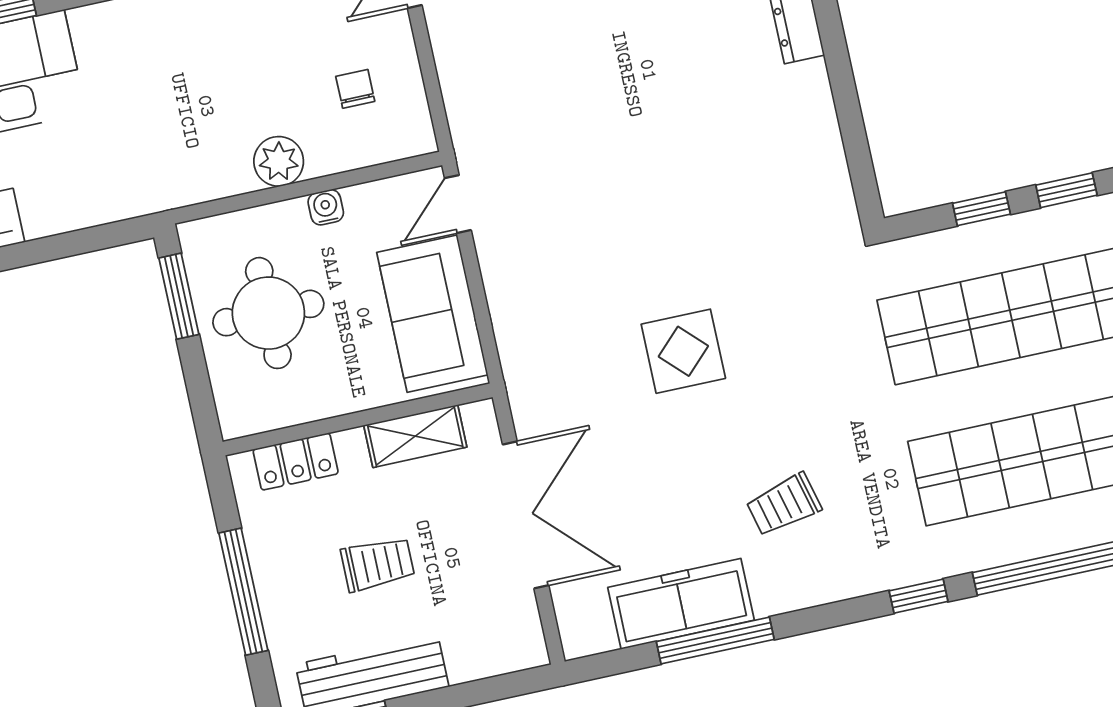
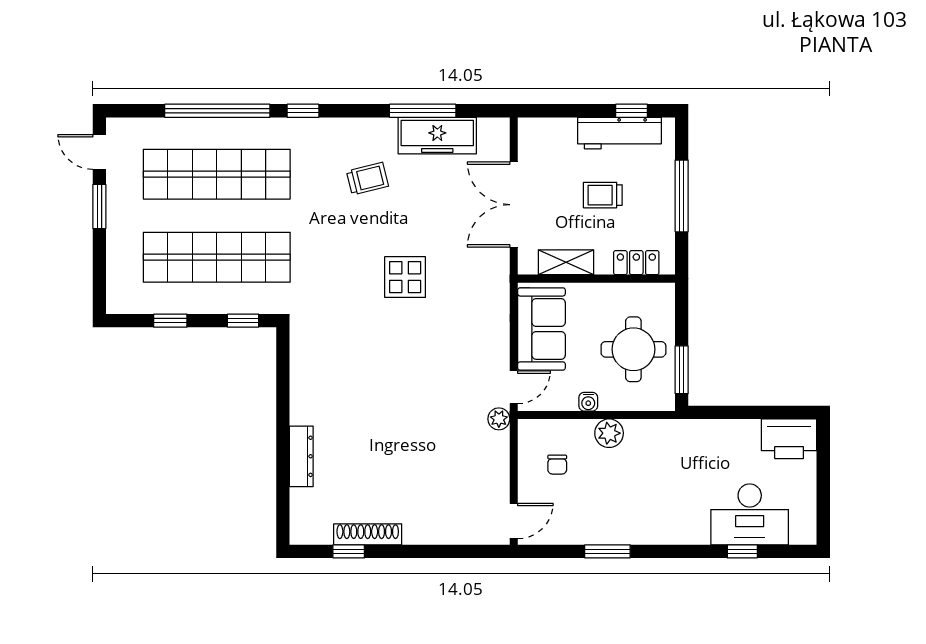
plant: (471, 145) -> (499, 419), added
window: (981, 209) -> (243, 321), moved

